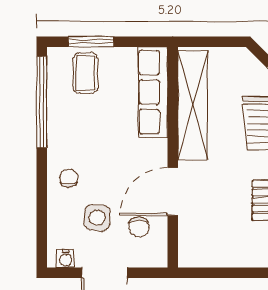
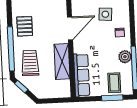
shelving: (193, 105) -> (62, 61), width x0.68
plant: (60, 127) -> (125, 57), added
chair: (139, 227) -> (85, 11), removed

